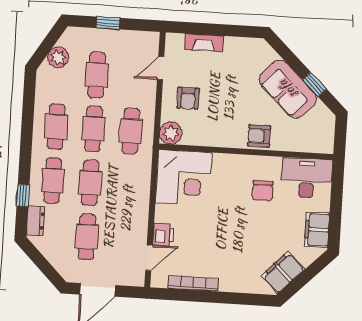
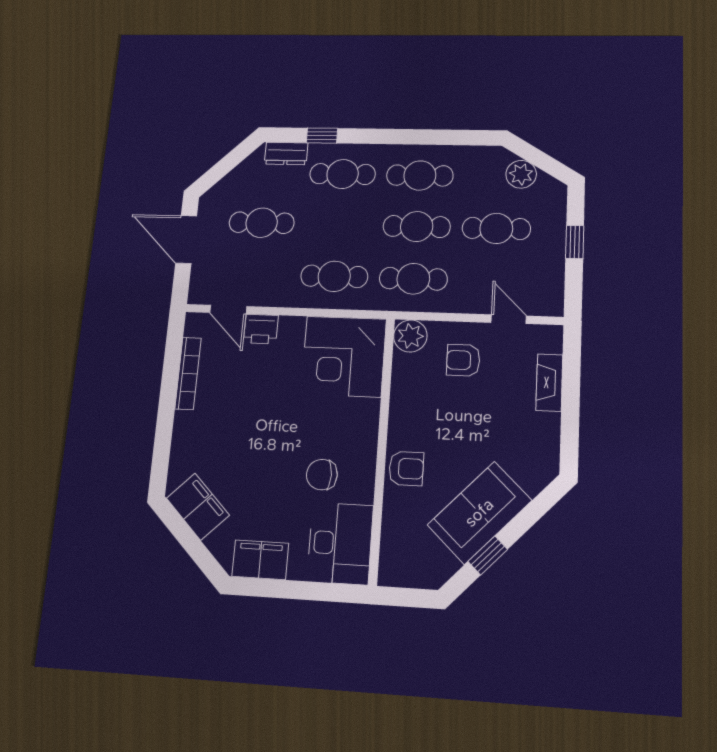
armchair: (259, 136) -> (406, 468), turned 90
cafe table: (90, 183) -> (334, 276), moved

